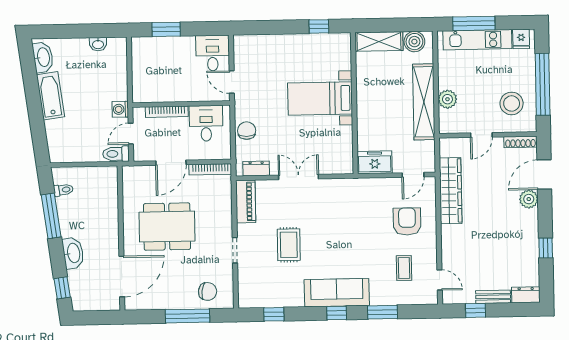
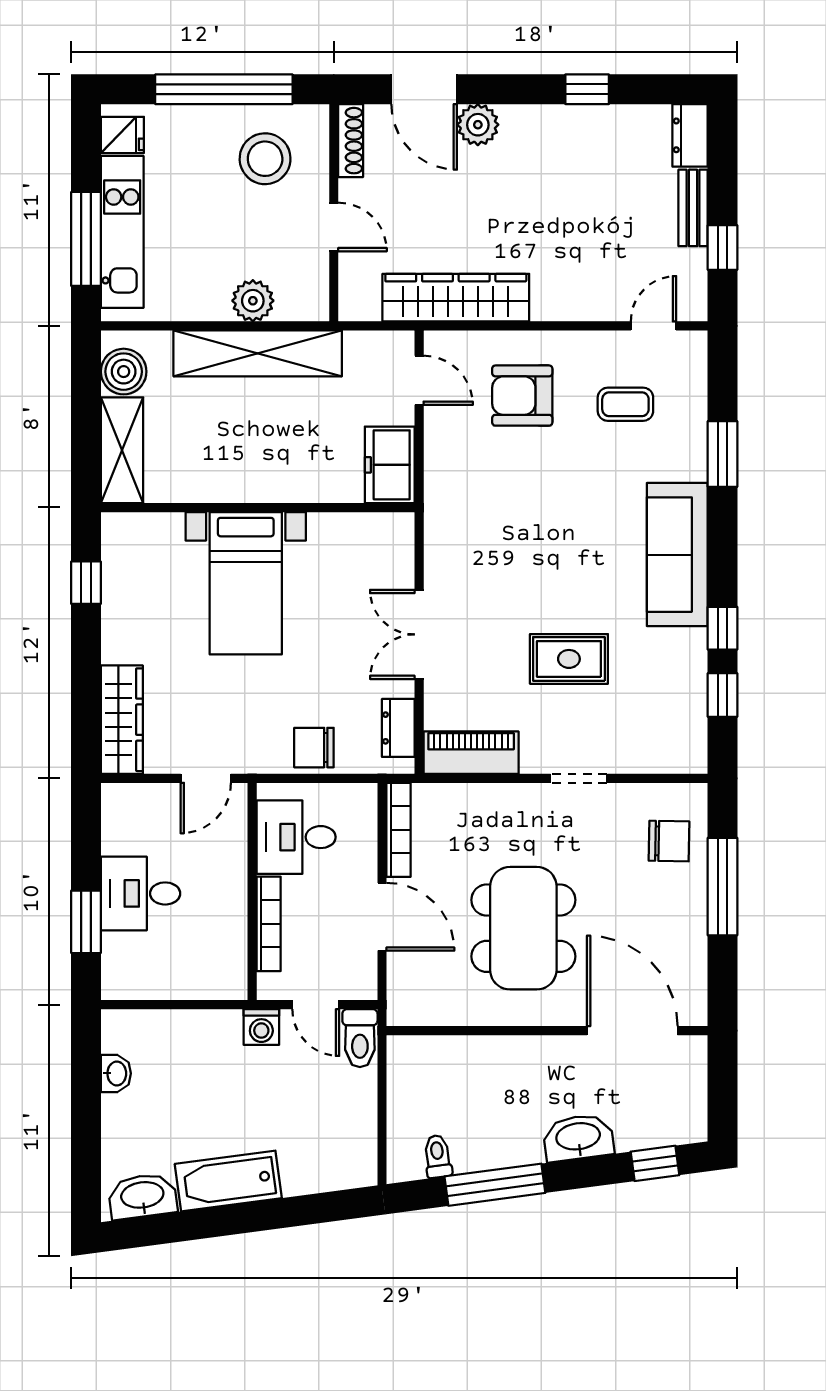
wardrobe: (258, 44) -> (122, 720), added
desk: (213, 53) -> (140, 893), moved
chair: (208, 291) -> (669, 841), turned 83
window: (337, 313) -> (722, 628), moved

